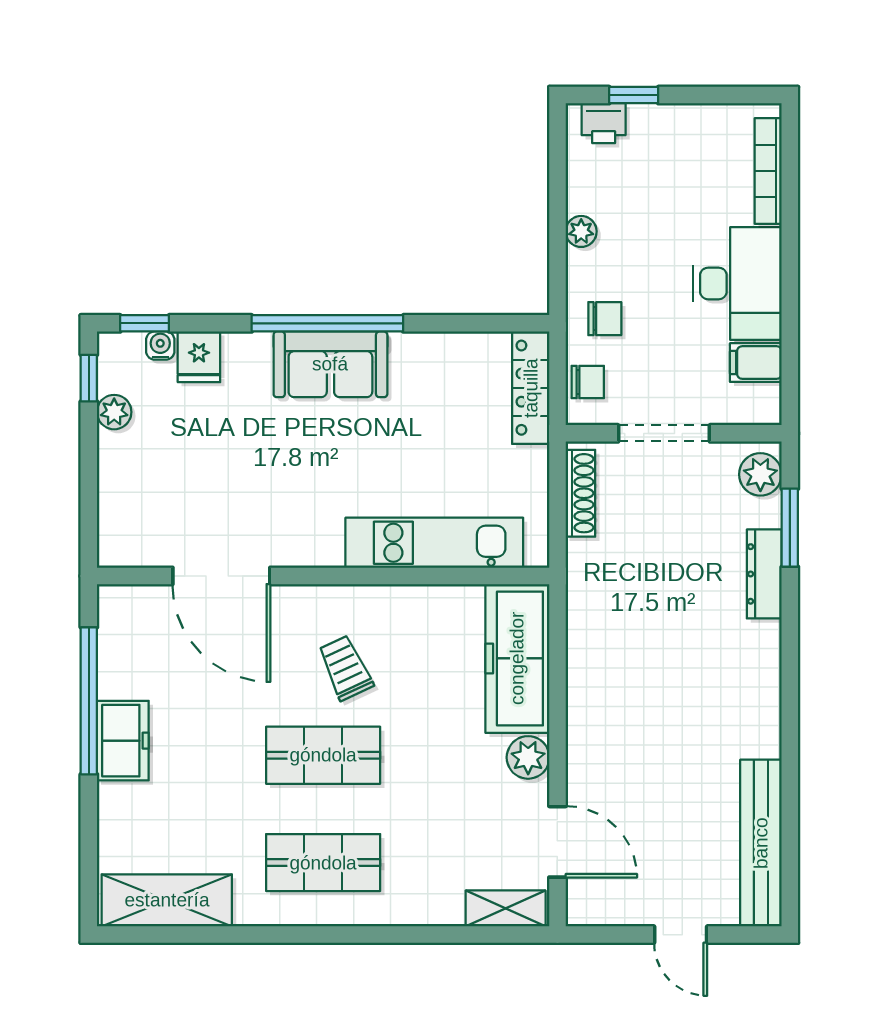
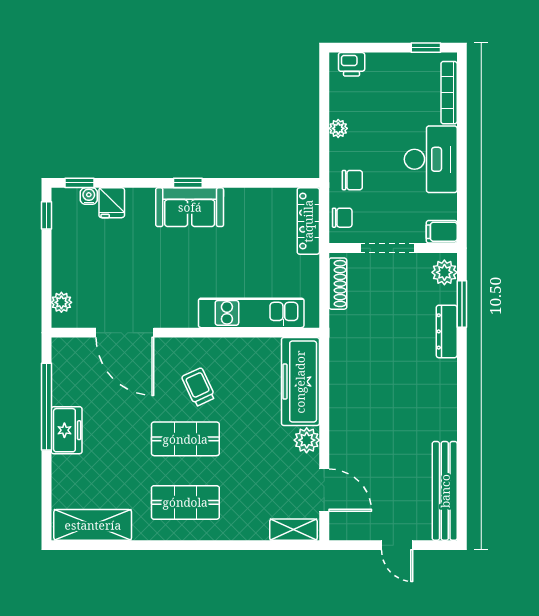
window: (634, 95) -> (426, 48), moved
window: (327, 323) -> (188, 183), width x0.32
filing cabinet: (756, 363) -> (442, 232), moved
plant: (114, 412) -> (61, 302), moved

